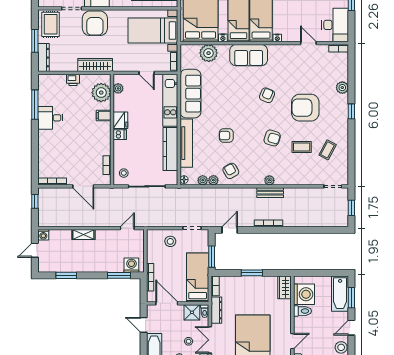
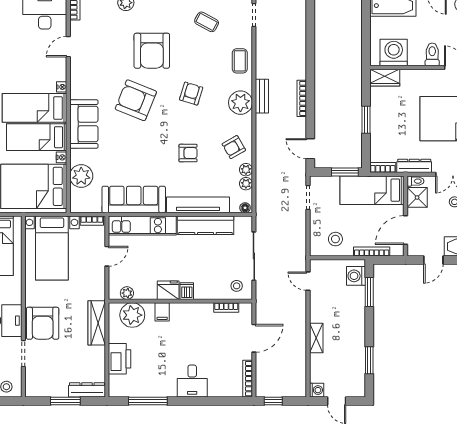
armchair: (95, 23) -> (43, 323), turned 90
rug: (51, 24) -> (44, 381), removed
printer: (73, 80) -> (120, 359), width x1.87, depth x1.48
armchair: (267, 95) -> (136, 100), width x1.88, depth x1.88
desk: (50, 118) -> (192, 381), moved
armchair: (226, 136) -> (188, 153), turned -90
coffee table: (302, 147) -> (240, 61), moved
plant: (269, 180) -> (240, 103), width x1.88, depth x1.88
stool: (170, 241) -> (335, 239), moved
toilet: (302, 311) -> (432, 54), moved

